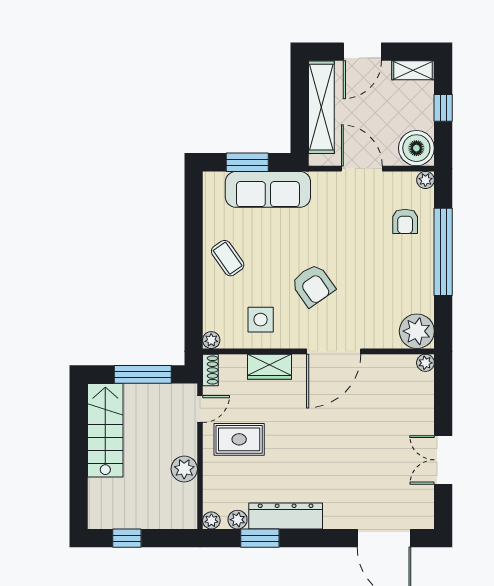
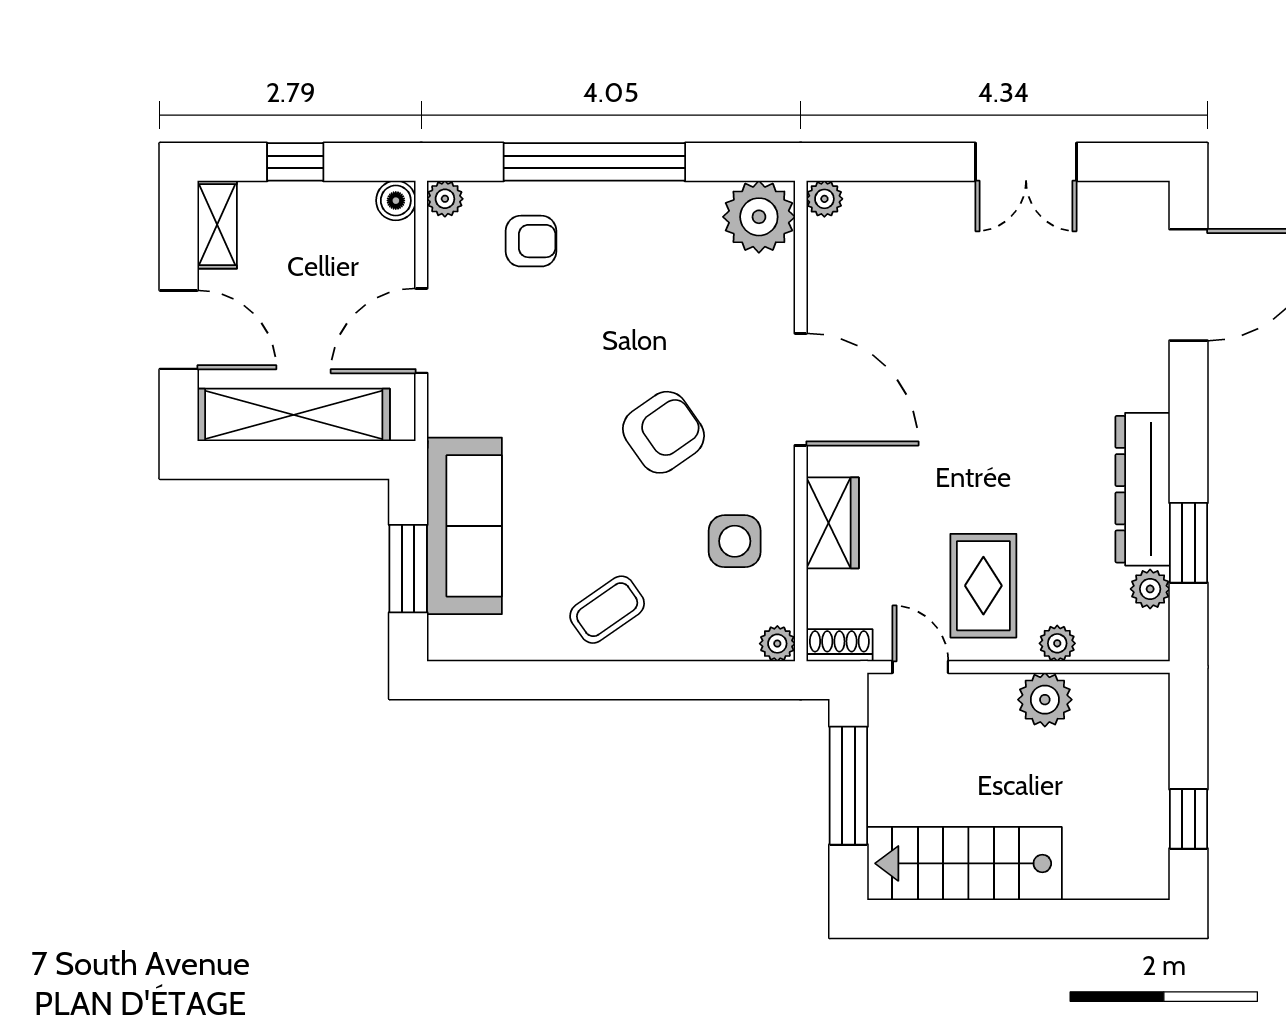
boiler: (416, 148) -> (396, 201), width x0.54, depth x0.54
plant: (211, 520) -> (1057, 643), moved

